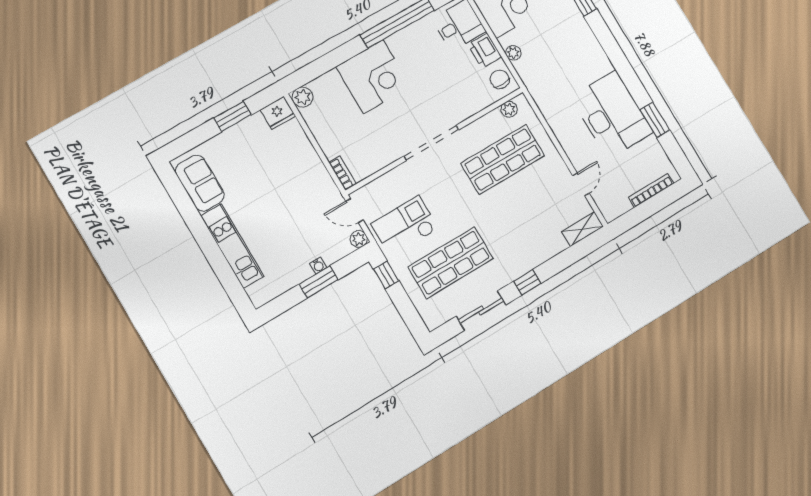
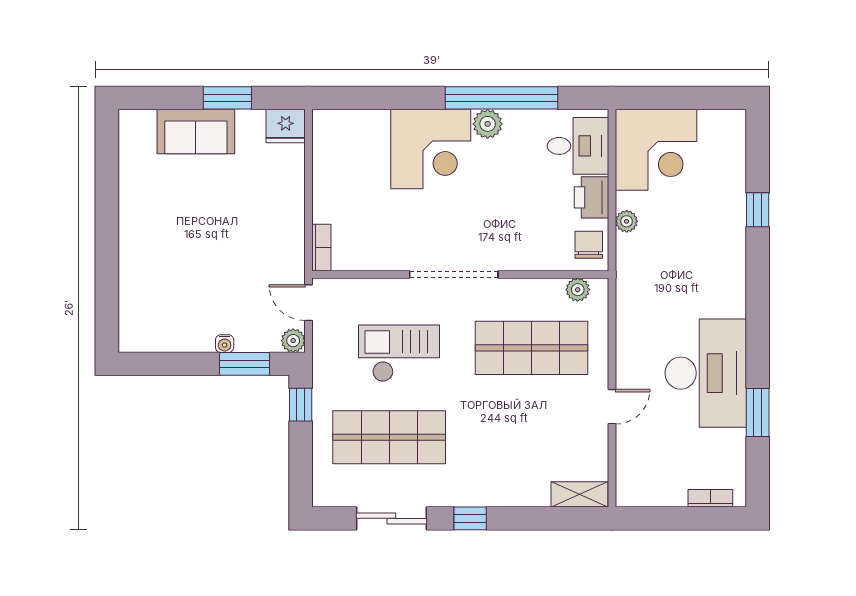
plant: (303, 97) -> (488, 124), moved
sofa: (200, 183) -> (196, 132), moved, turned 90
door: (581, 184) -> (612, 407), moved
bookcase: (651, 190) -> (710, 498), width x0.64
checkout: (405, 226) -> (399, 353), moved
kitchen unit: (232, 246) -> (135, 258), removed
window: (319, 282) -> (245, 364), moved

